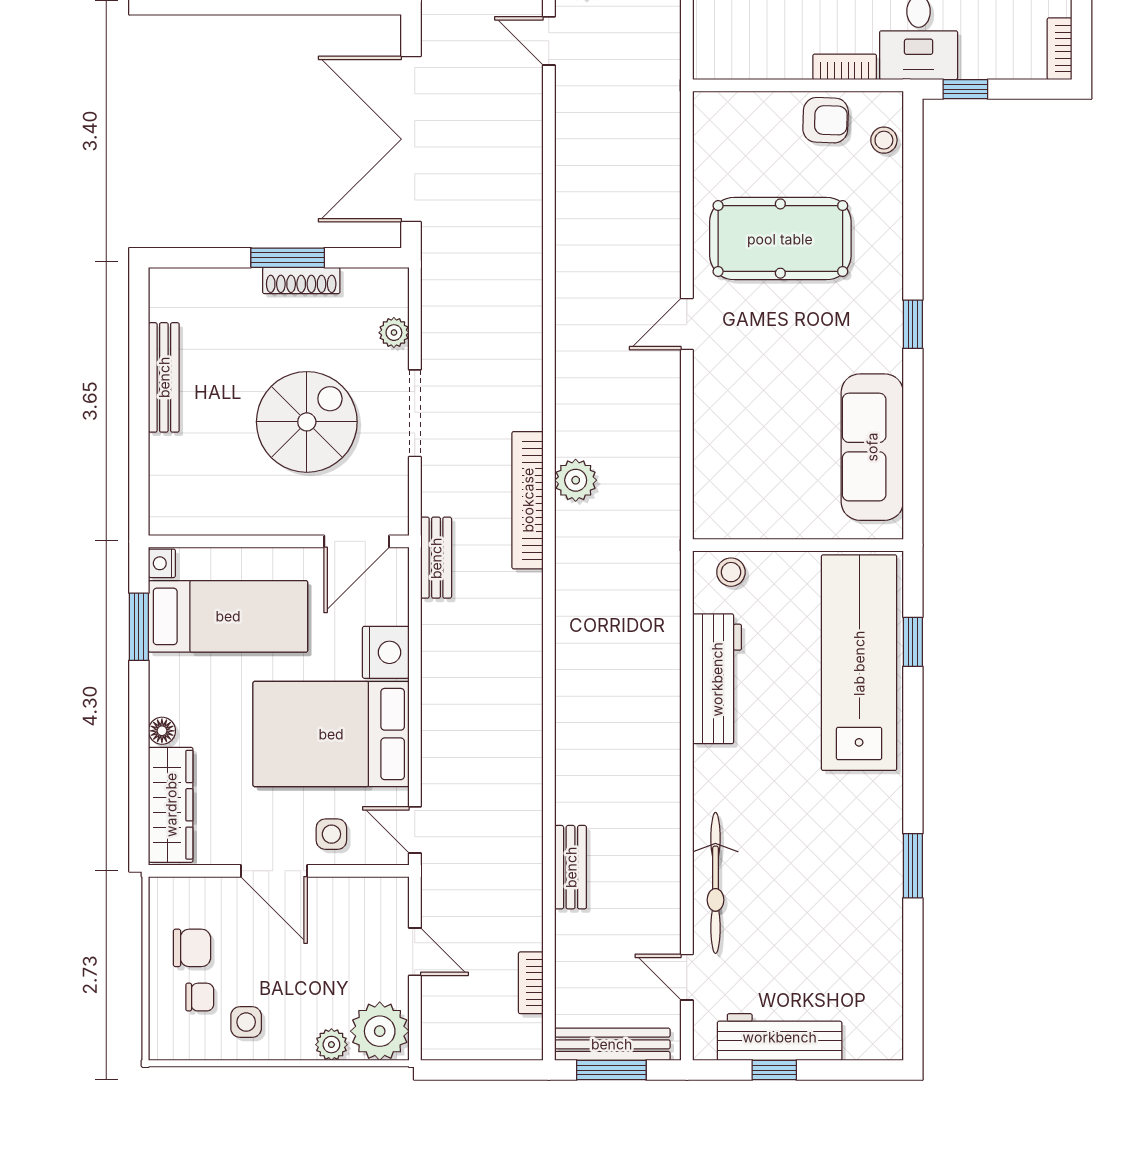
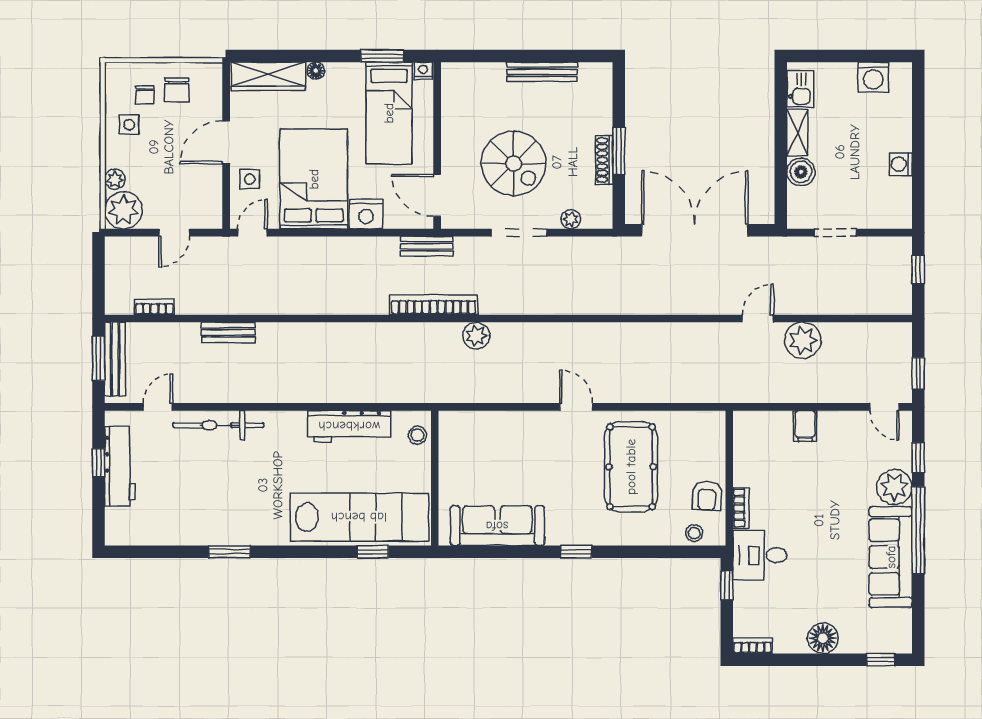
bookcase: (528, 500) -> (434, 305), moved

